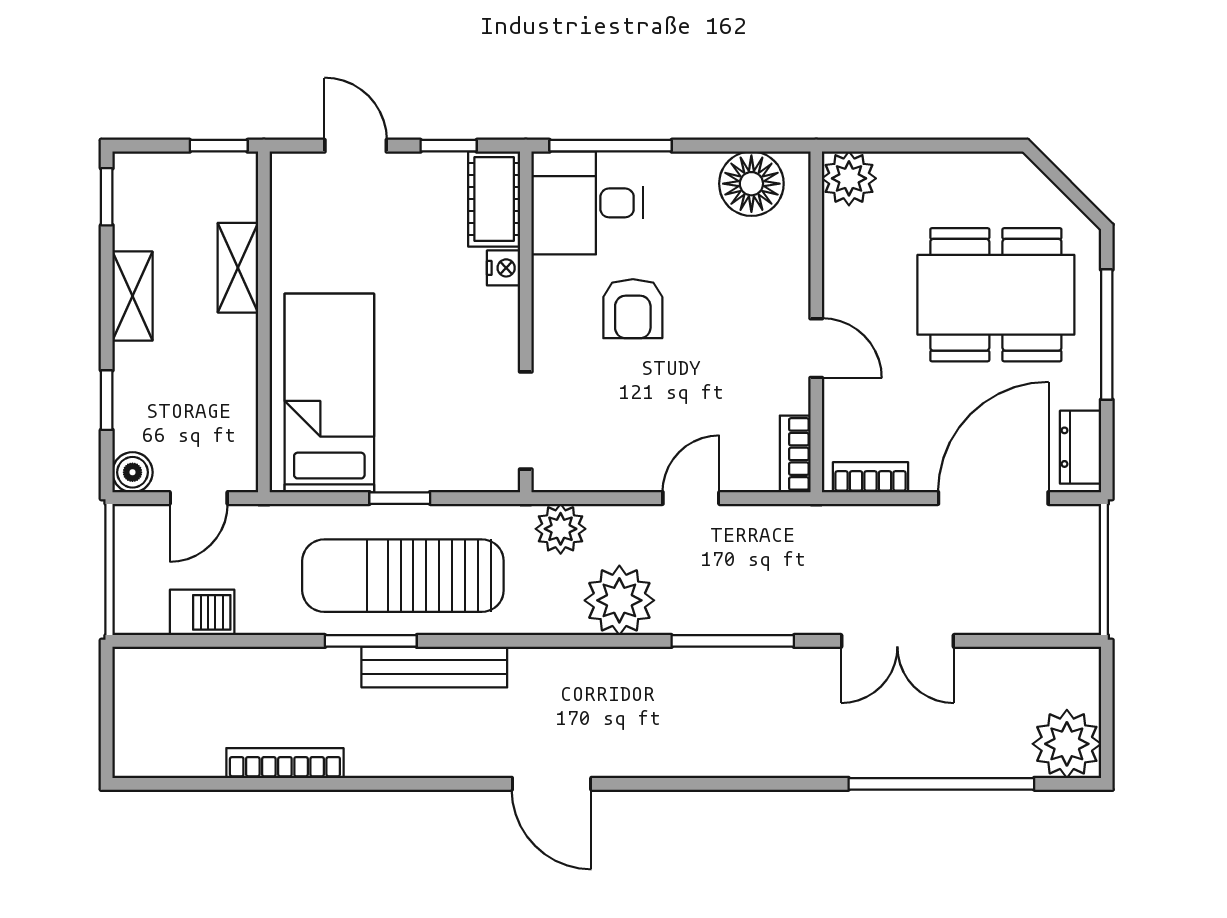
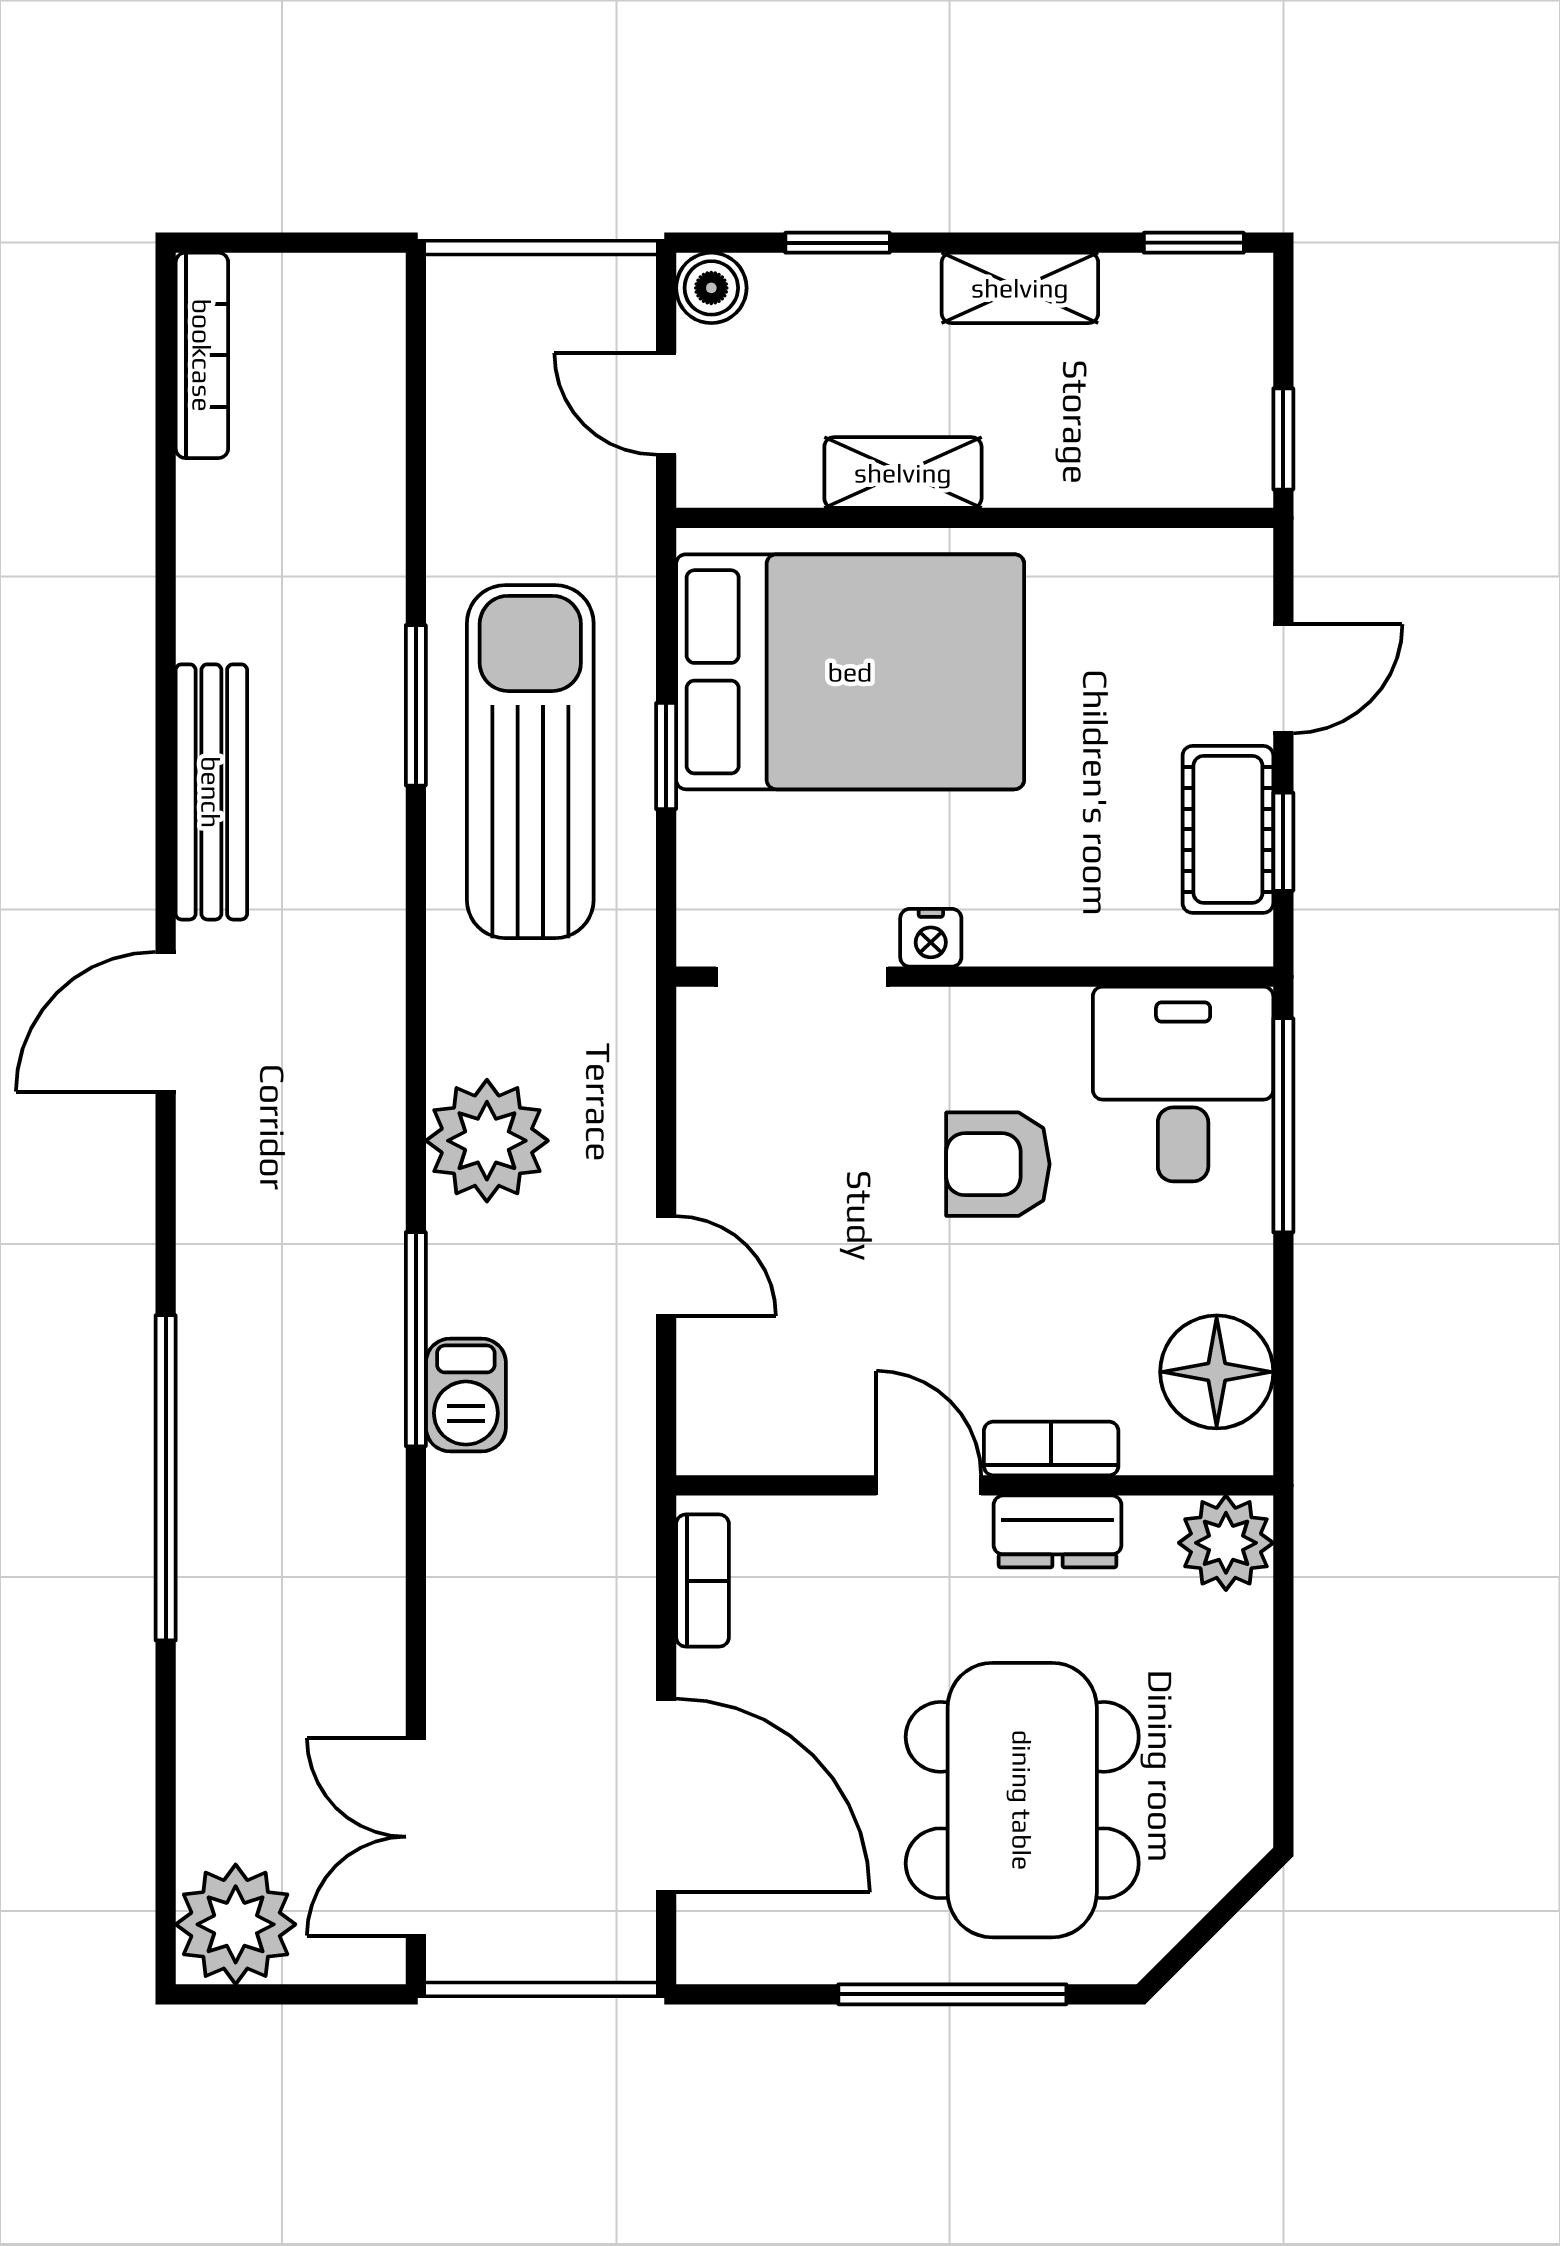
cot: (494, 199) -> (1228, 829), moved, turned 90
shelving: (238, 268) -> (903, 473), moved
nightstand: (504, 268) -> (931, 938), moved
door: (816, 348) -> (929, 1485), swing flipped
bed: (329, 393) -> (850, 672), width x1.50
dresser: (1081, 447) -> (1057, 1531), moved, turned 180
bookcase: (795, 454) -> (1051, 1449), moved
plant: (561, 529) -> (612, 1038), removed
barbecue: (202, 612) -> (466, 1395), moved
double door: (897, 641) -> (416, 1837), moved
bench: (434, 667) -> (211, 792), moved
bookcase: (285, 763) -> (202, 355), moved
window: (941, 784) -> (166, 1478), moved

